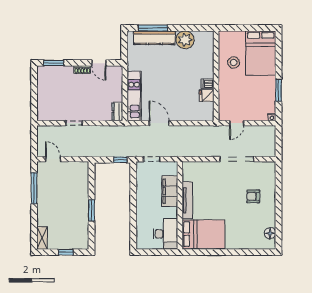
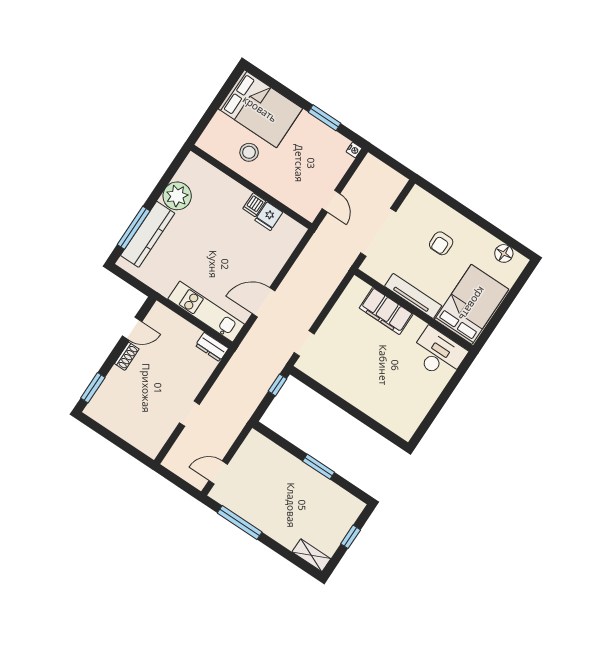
filing cabinet: (170, 191) -> (386, 311), moved
tv unit: (187, 200) -> (413, 296), moved
wall: (180, 205) -> (414, 310), moved
desk: (166, 234) -> (438, 354), moved
bed: (203, 234) -> (472, 304), moved

